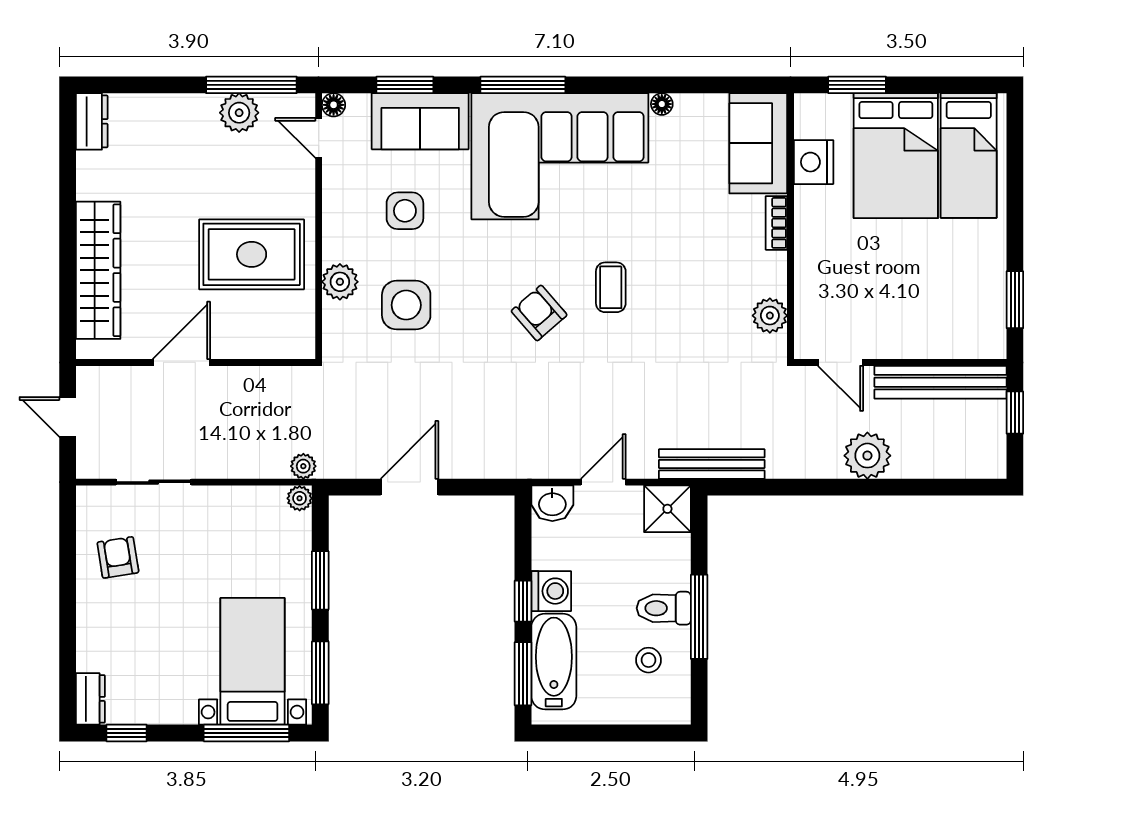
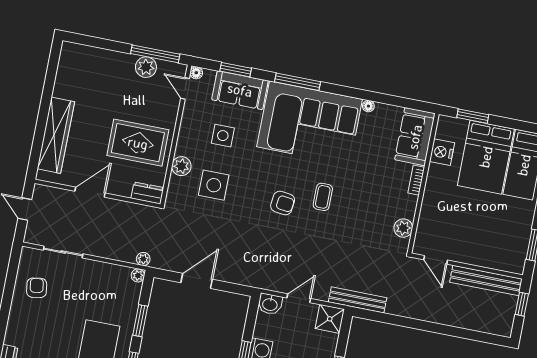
dresser: (92, 121) -> (147, 193), moved, turned -90
armchair: (539, 313) -> (283, 203), turned 138
plant: (867, 456) -> (440, 311), removed

